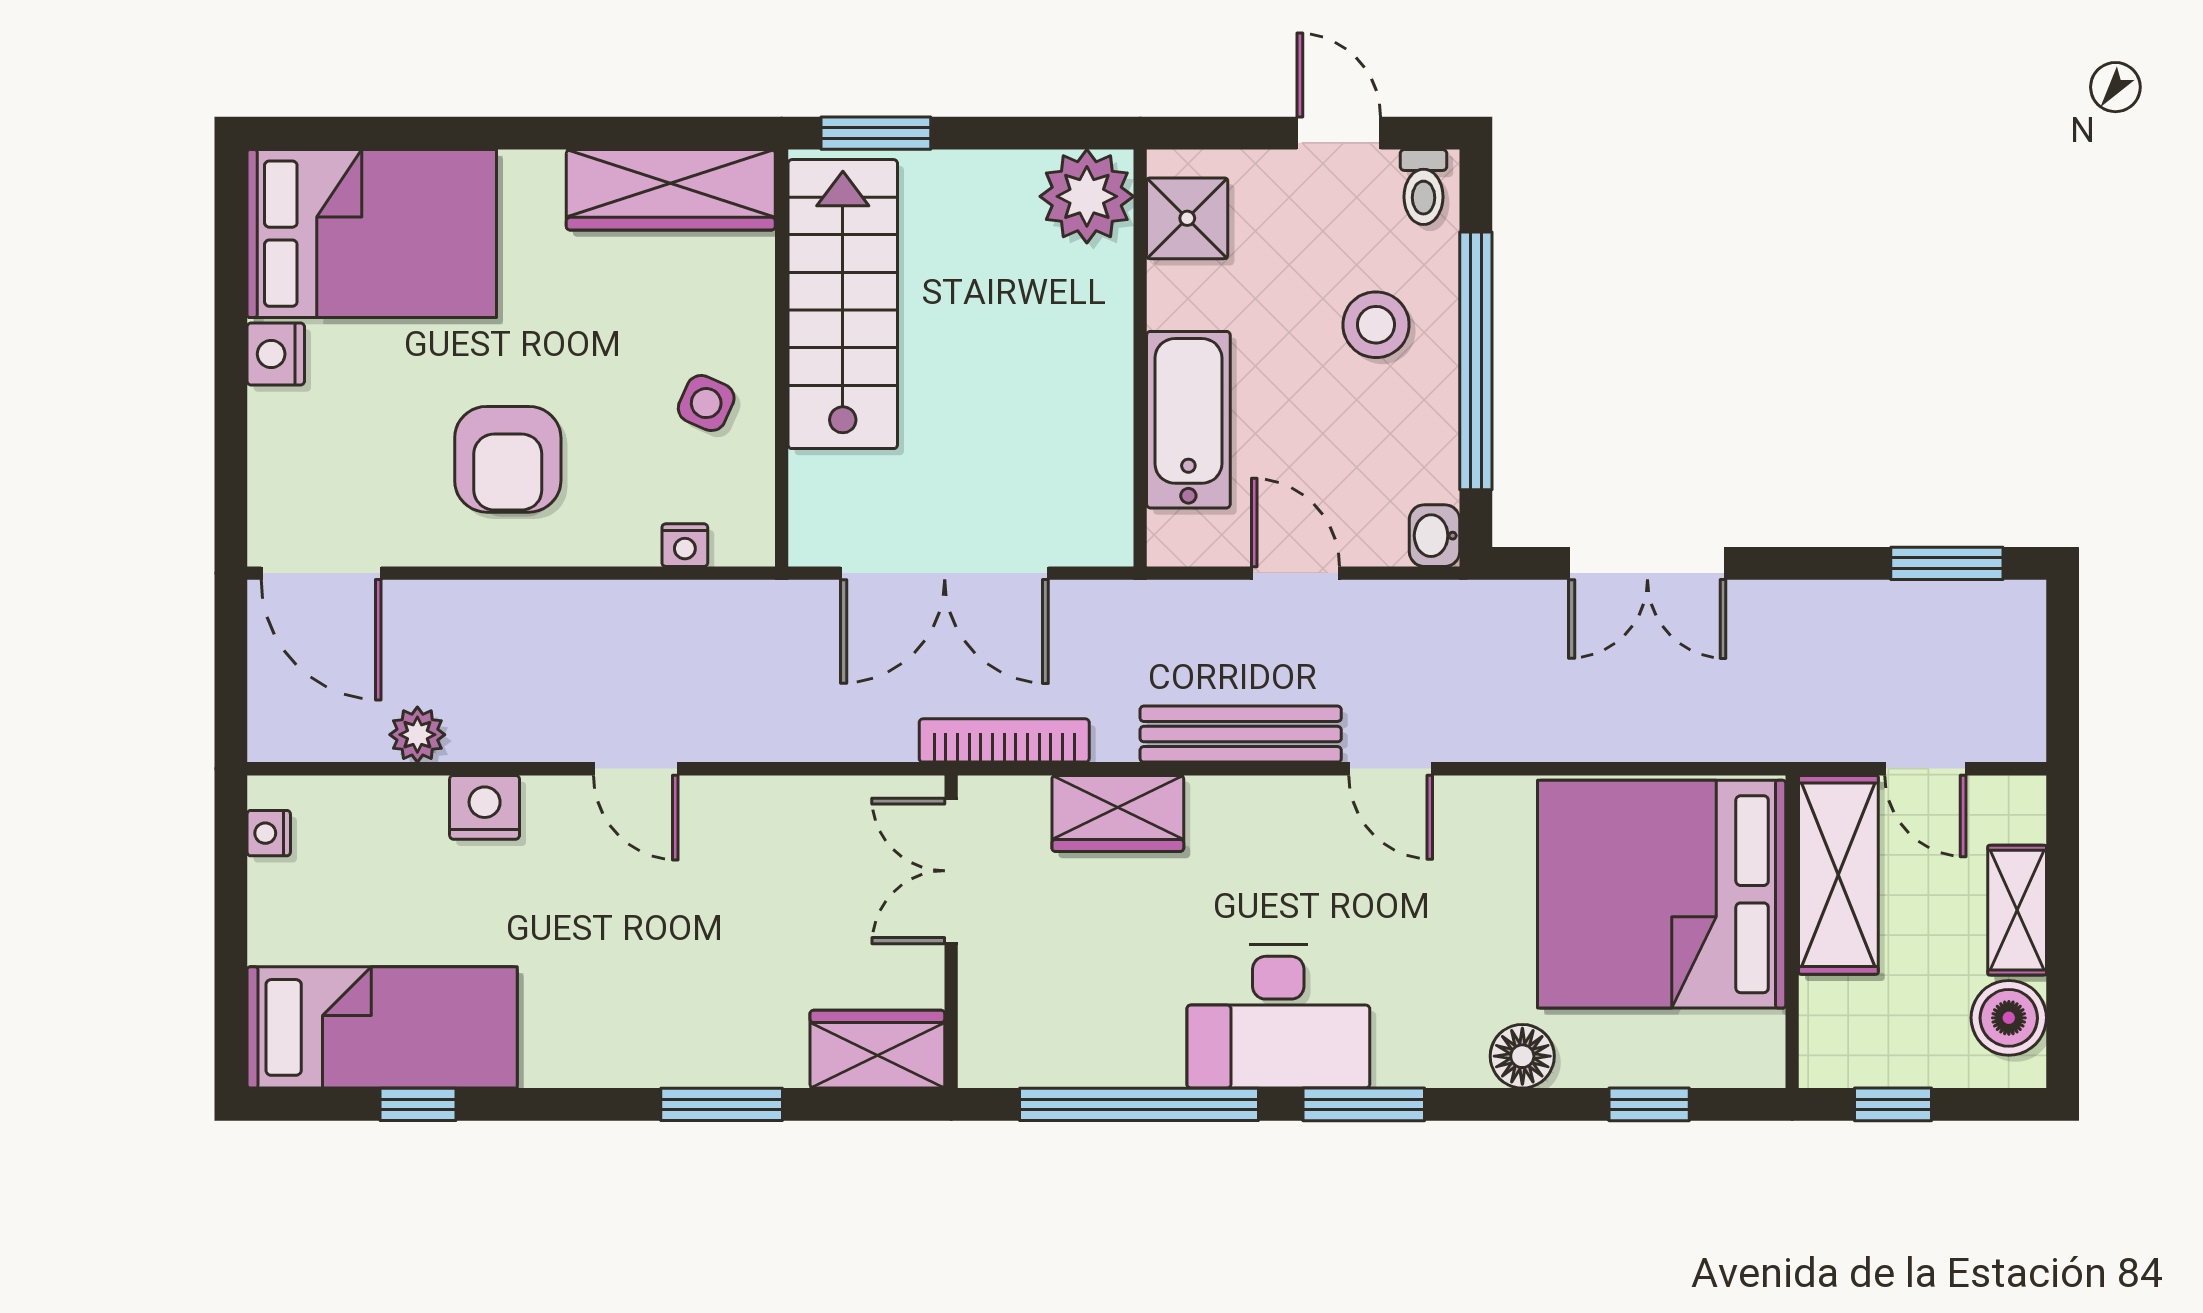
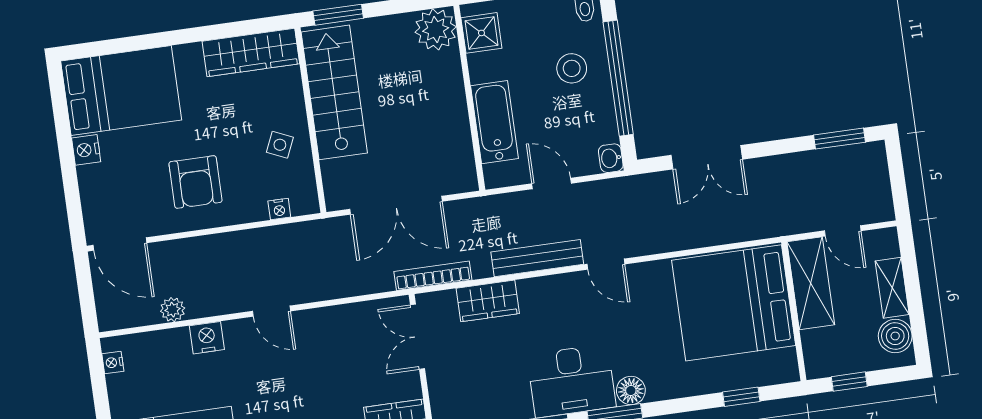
floor lamp: (1522, 1056) -> (631, 390), moved

